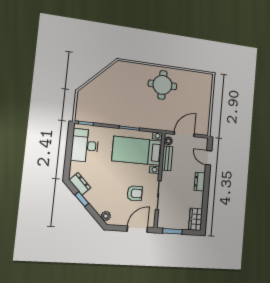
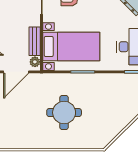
round table: (162, 85) -> (64, 113), moved

